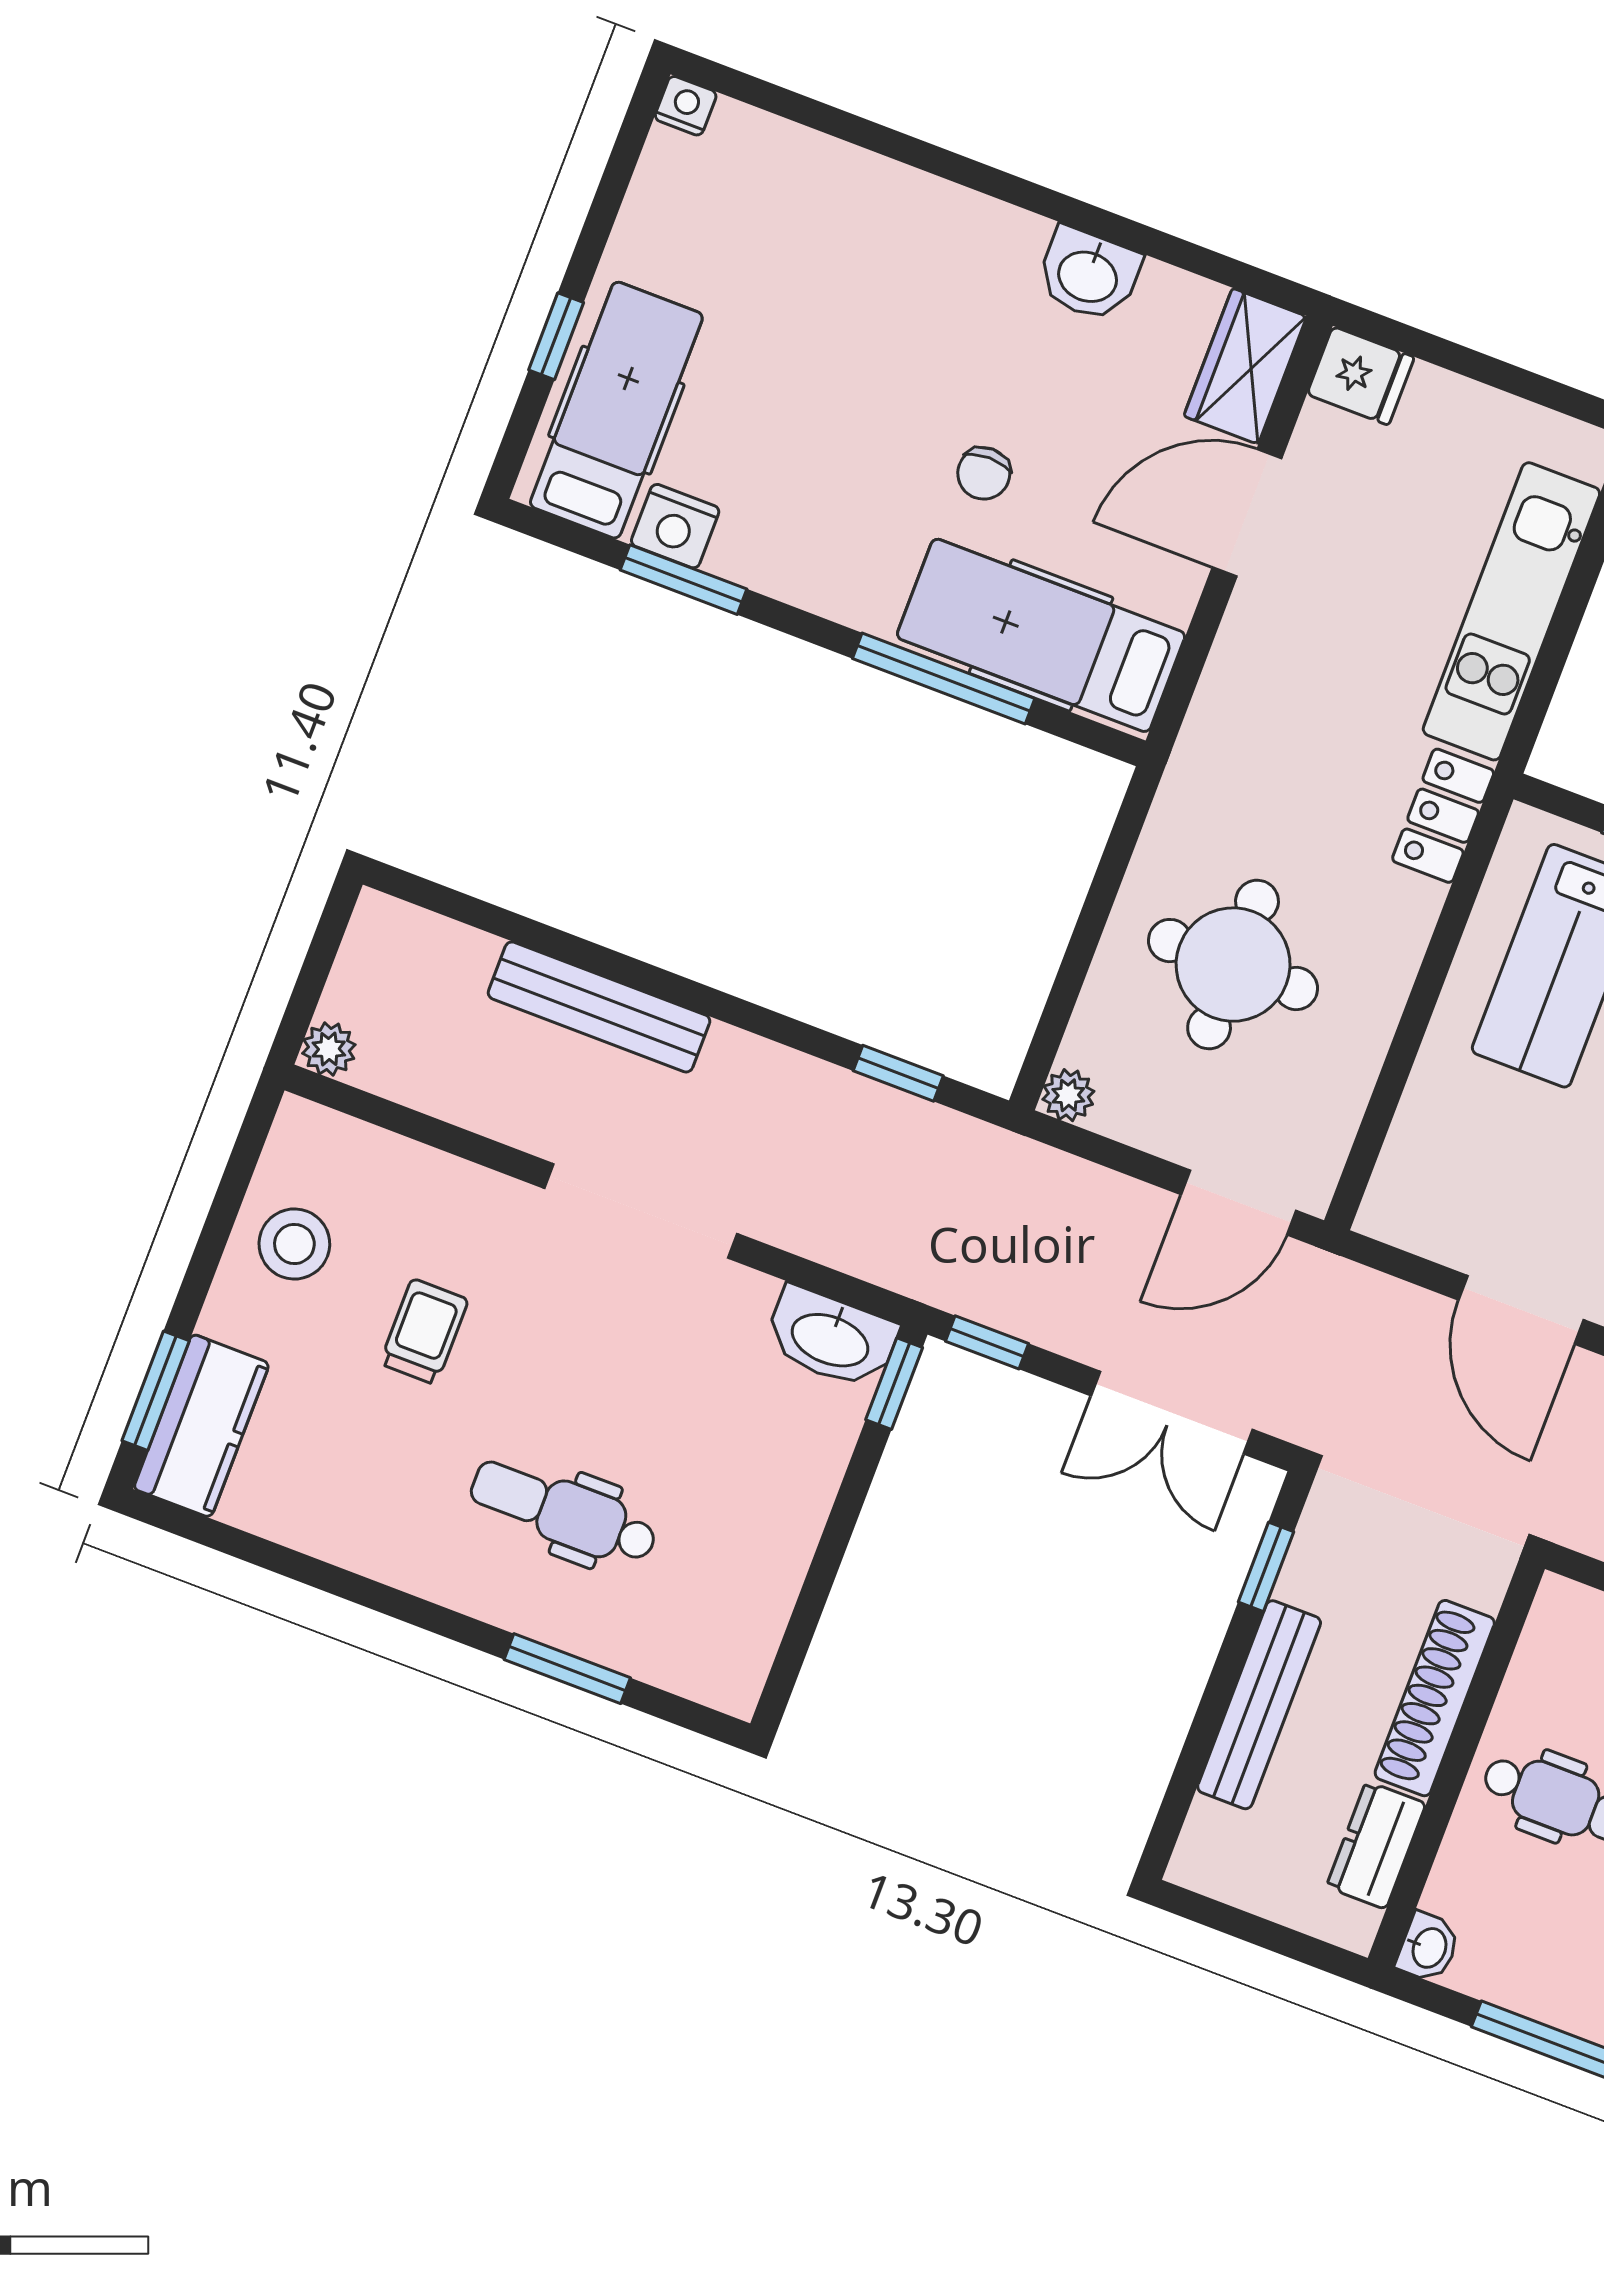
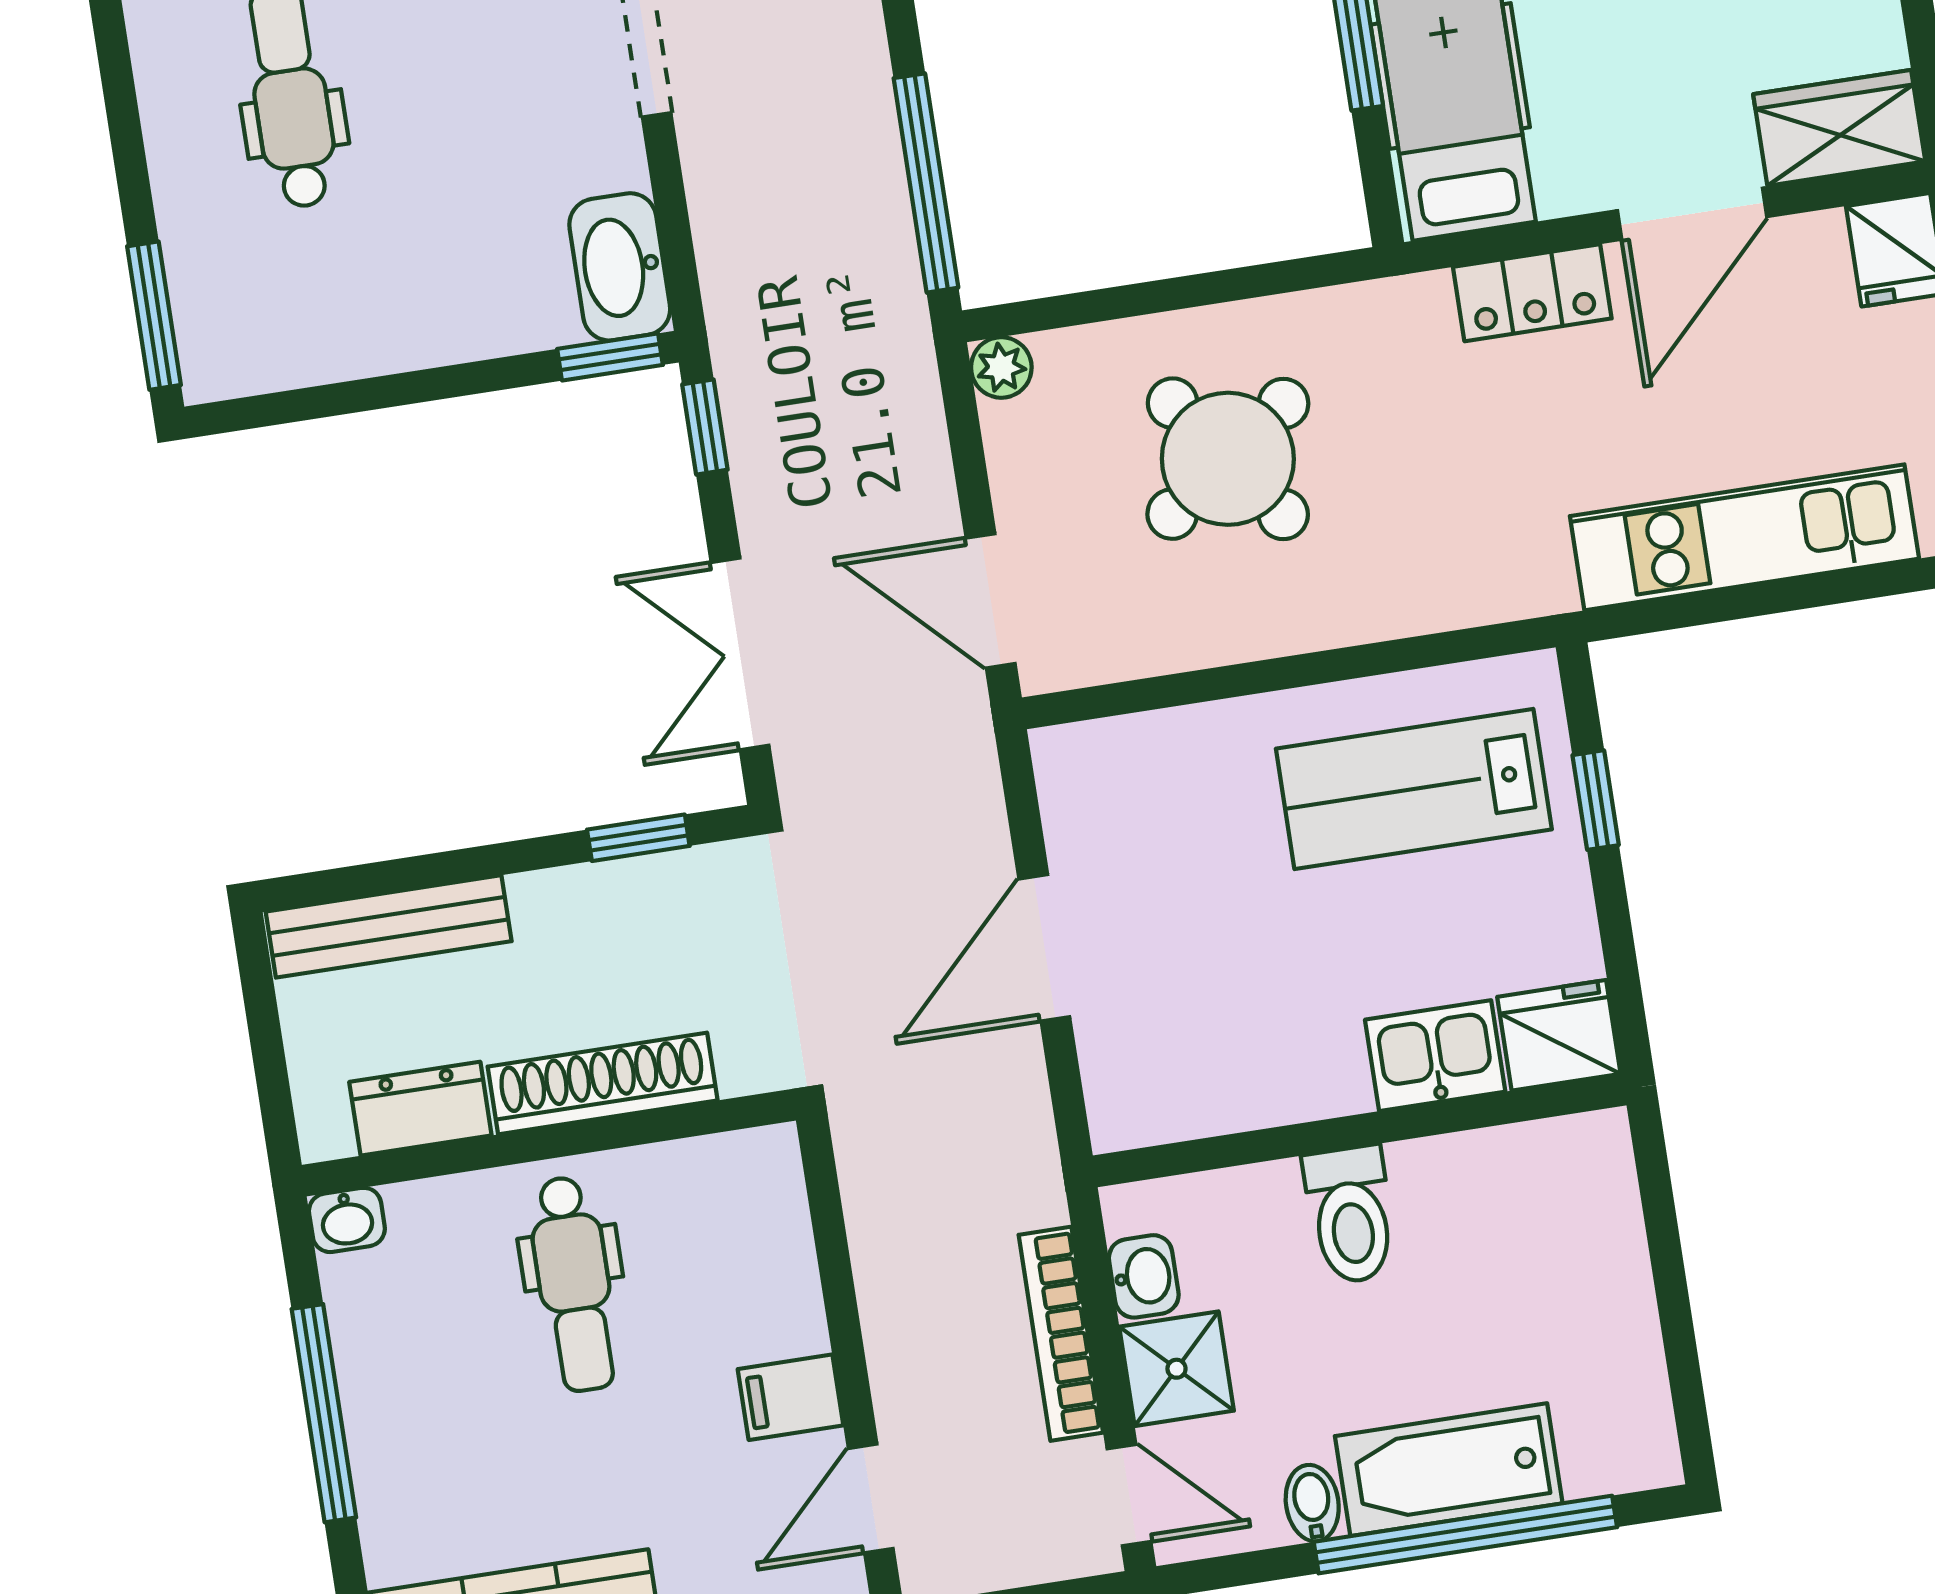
door: (1247, 513) -> (1692, 214), swing flipped
locker: (1443, 816) -> (1532, 293), moved, turned 180
round table: (1233, 965) -> (1228, 459), turned -36
window: (898, 1073) -> (926, 183), width x2.17
window: (567, 1669) -> (154, 316), moved
bench: (1259, 1705) -> (389, 926), moved

